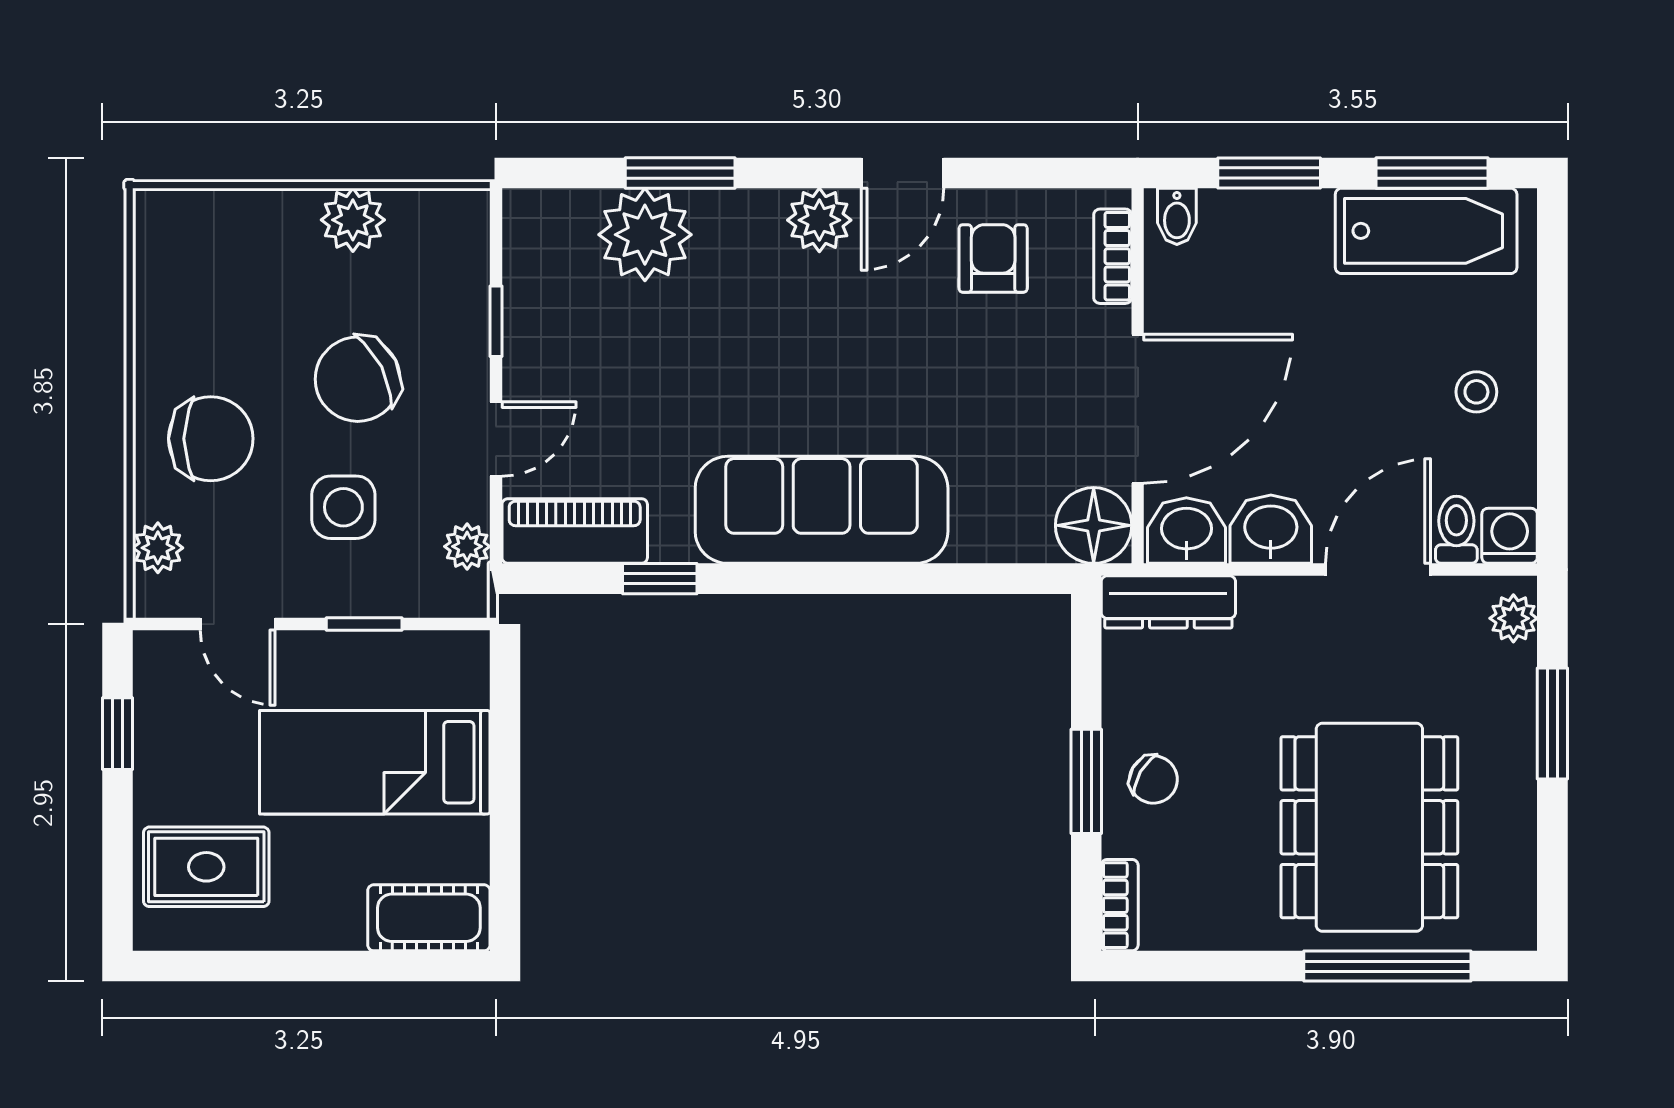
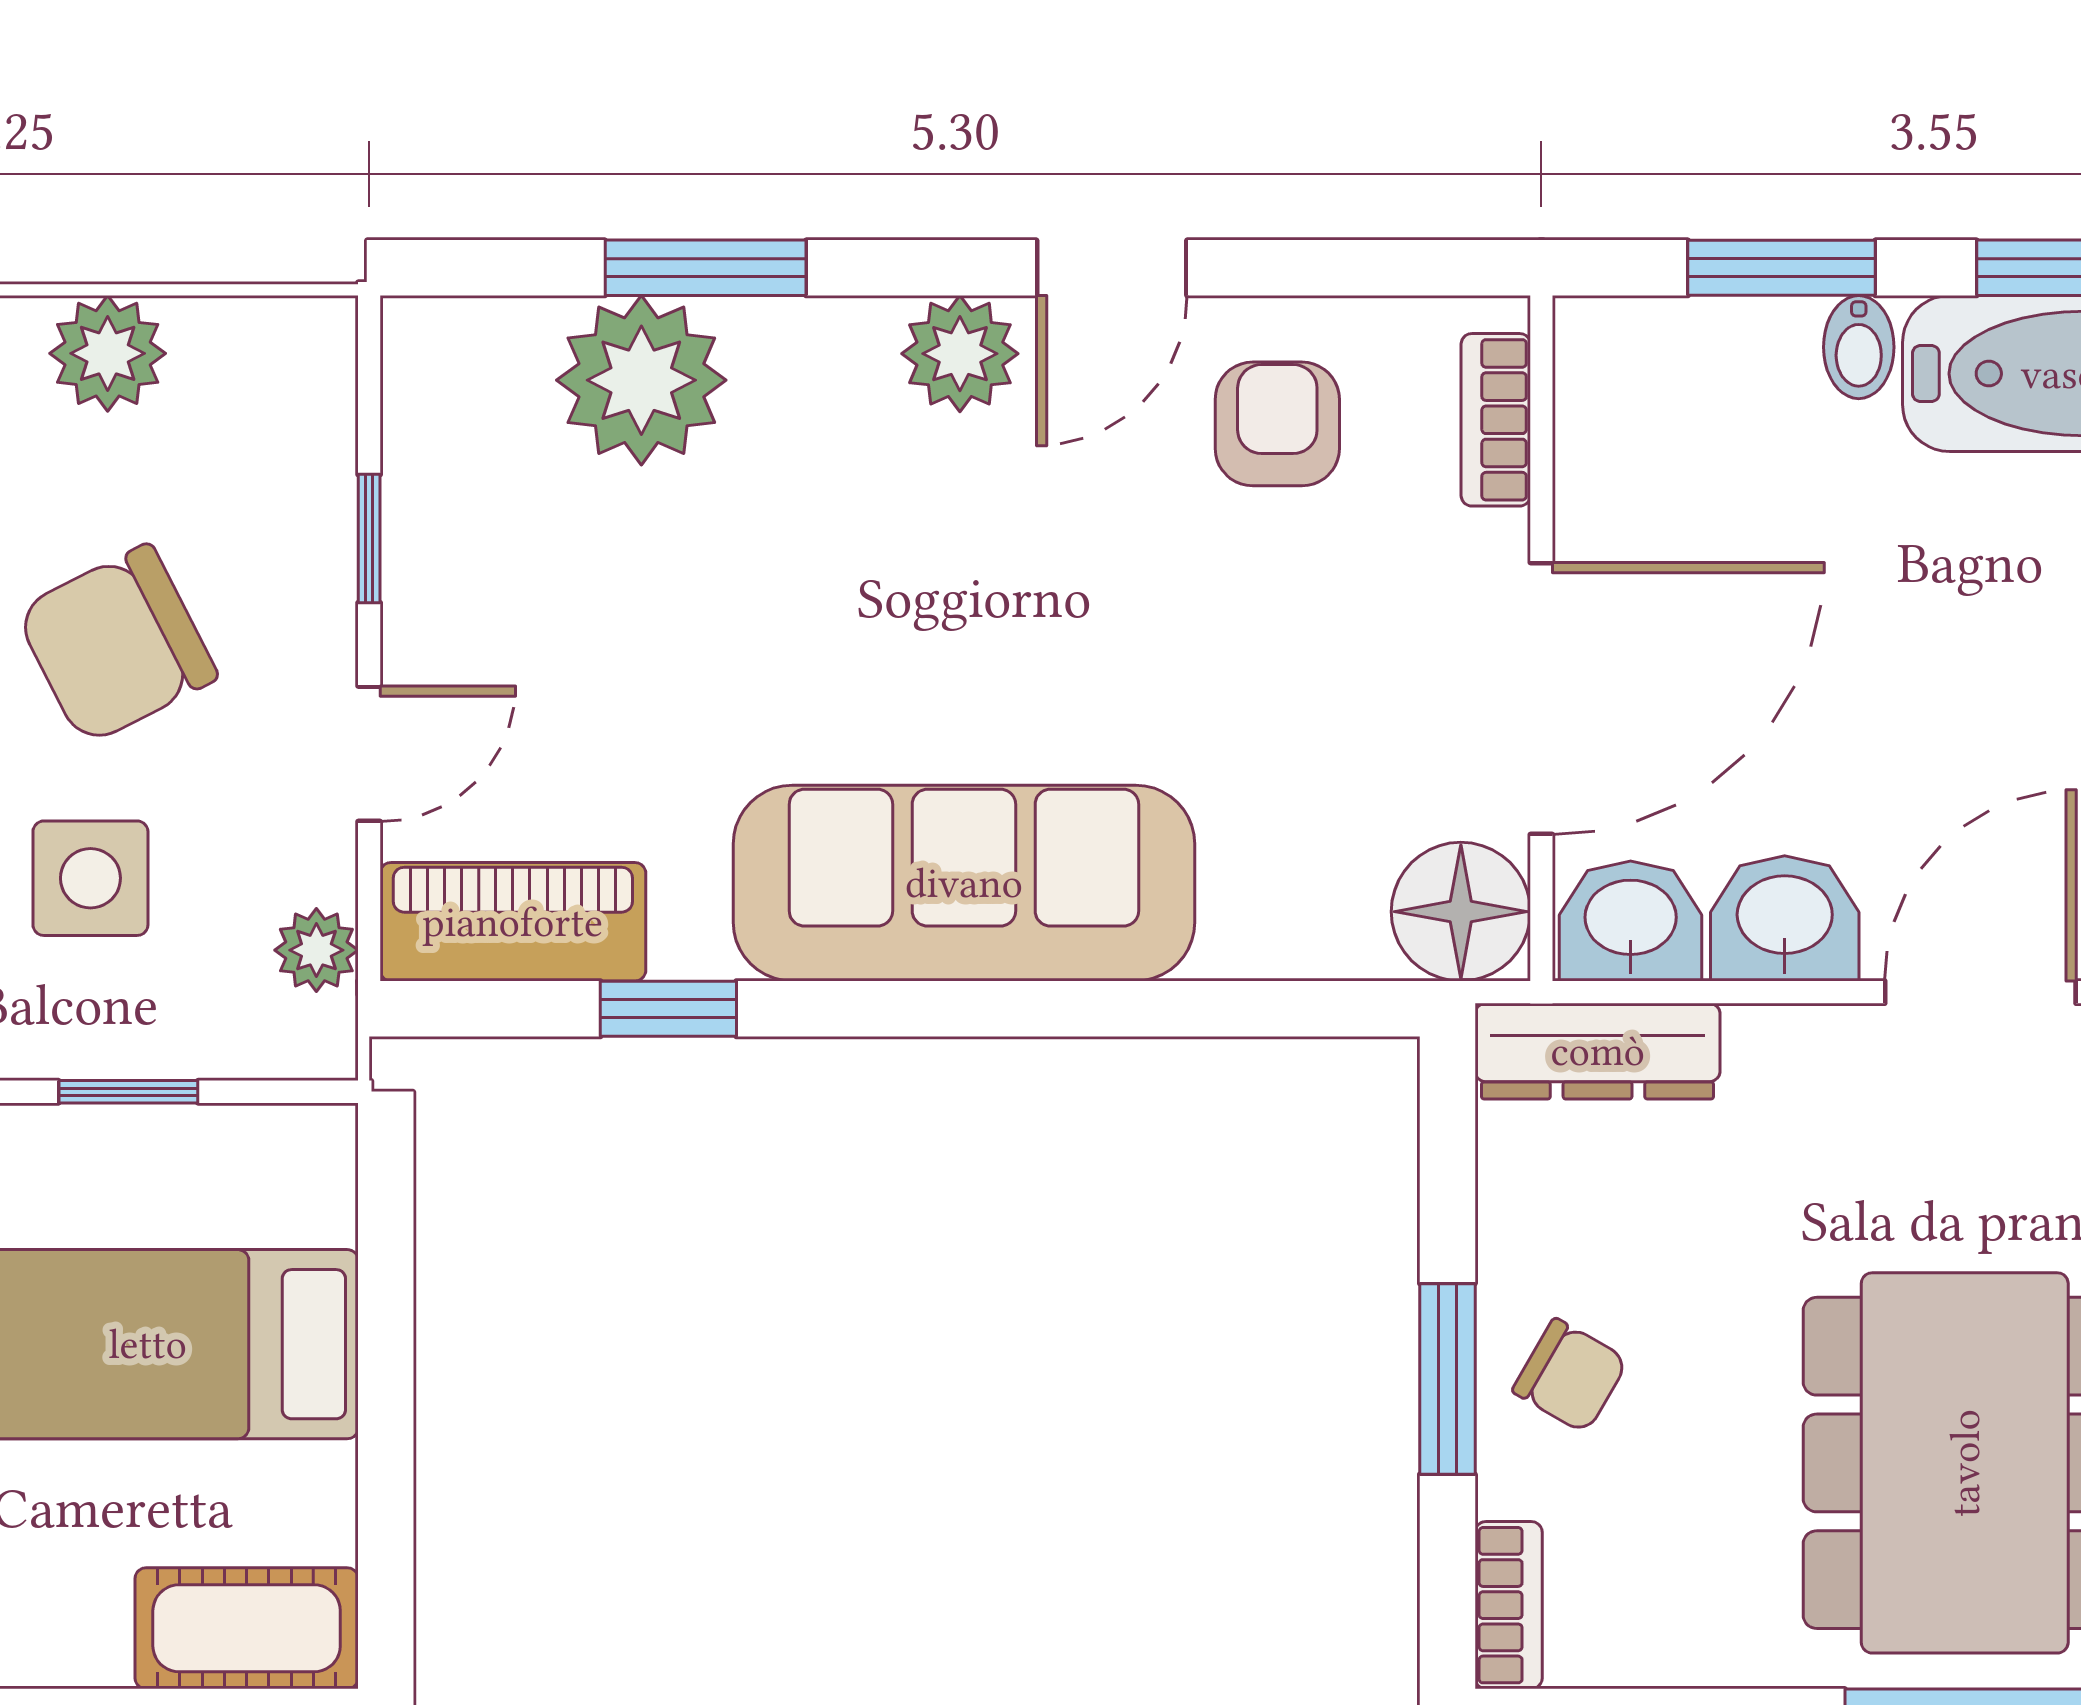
bidet: (1177, 216) -> (1859, 347), moved

